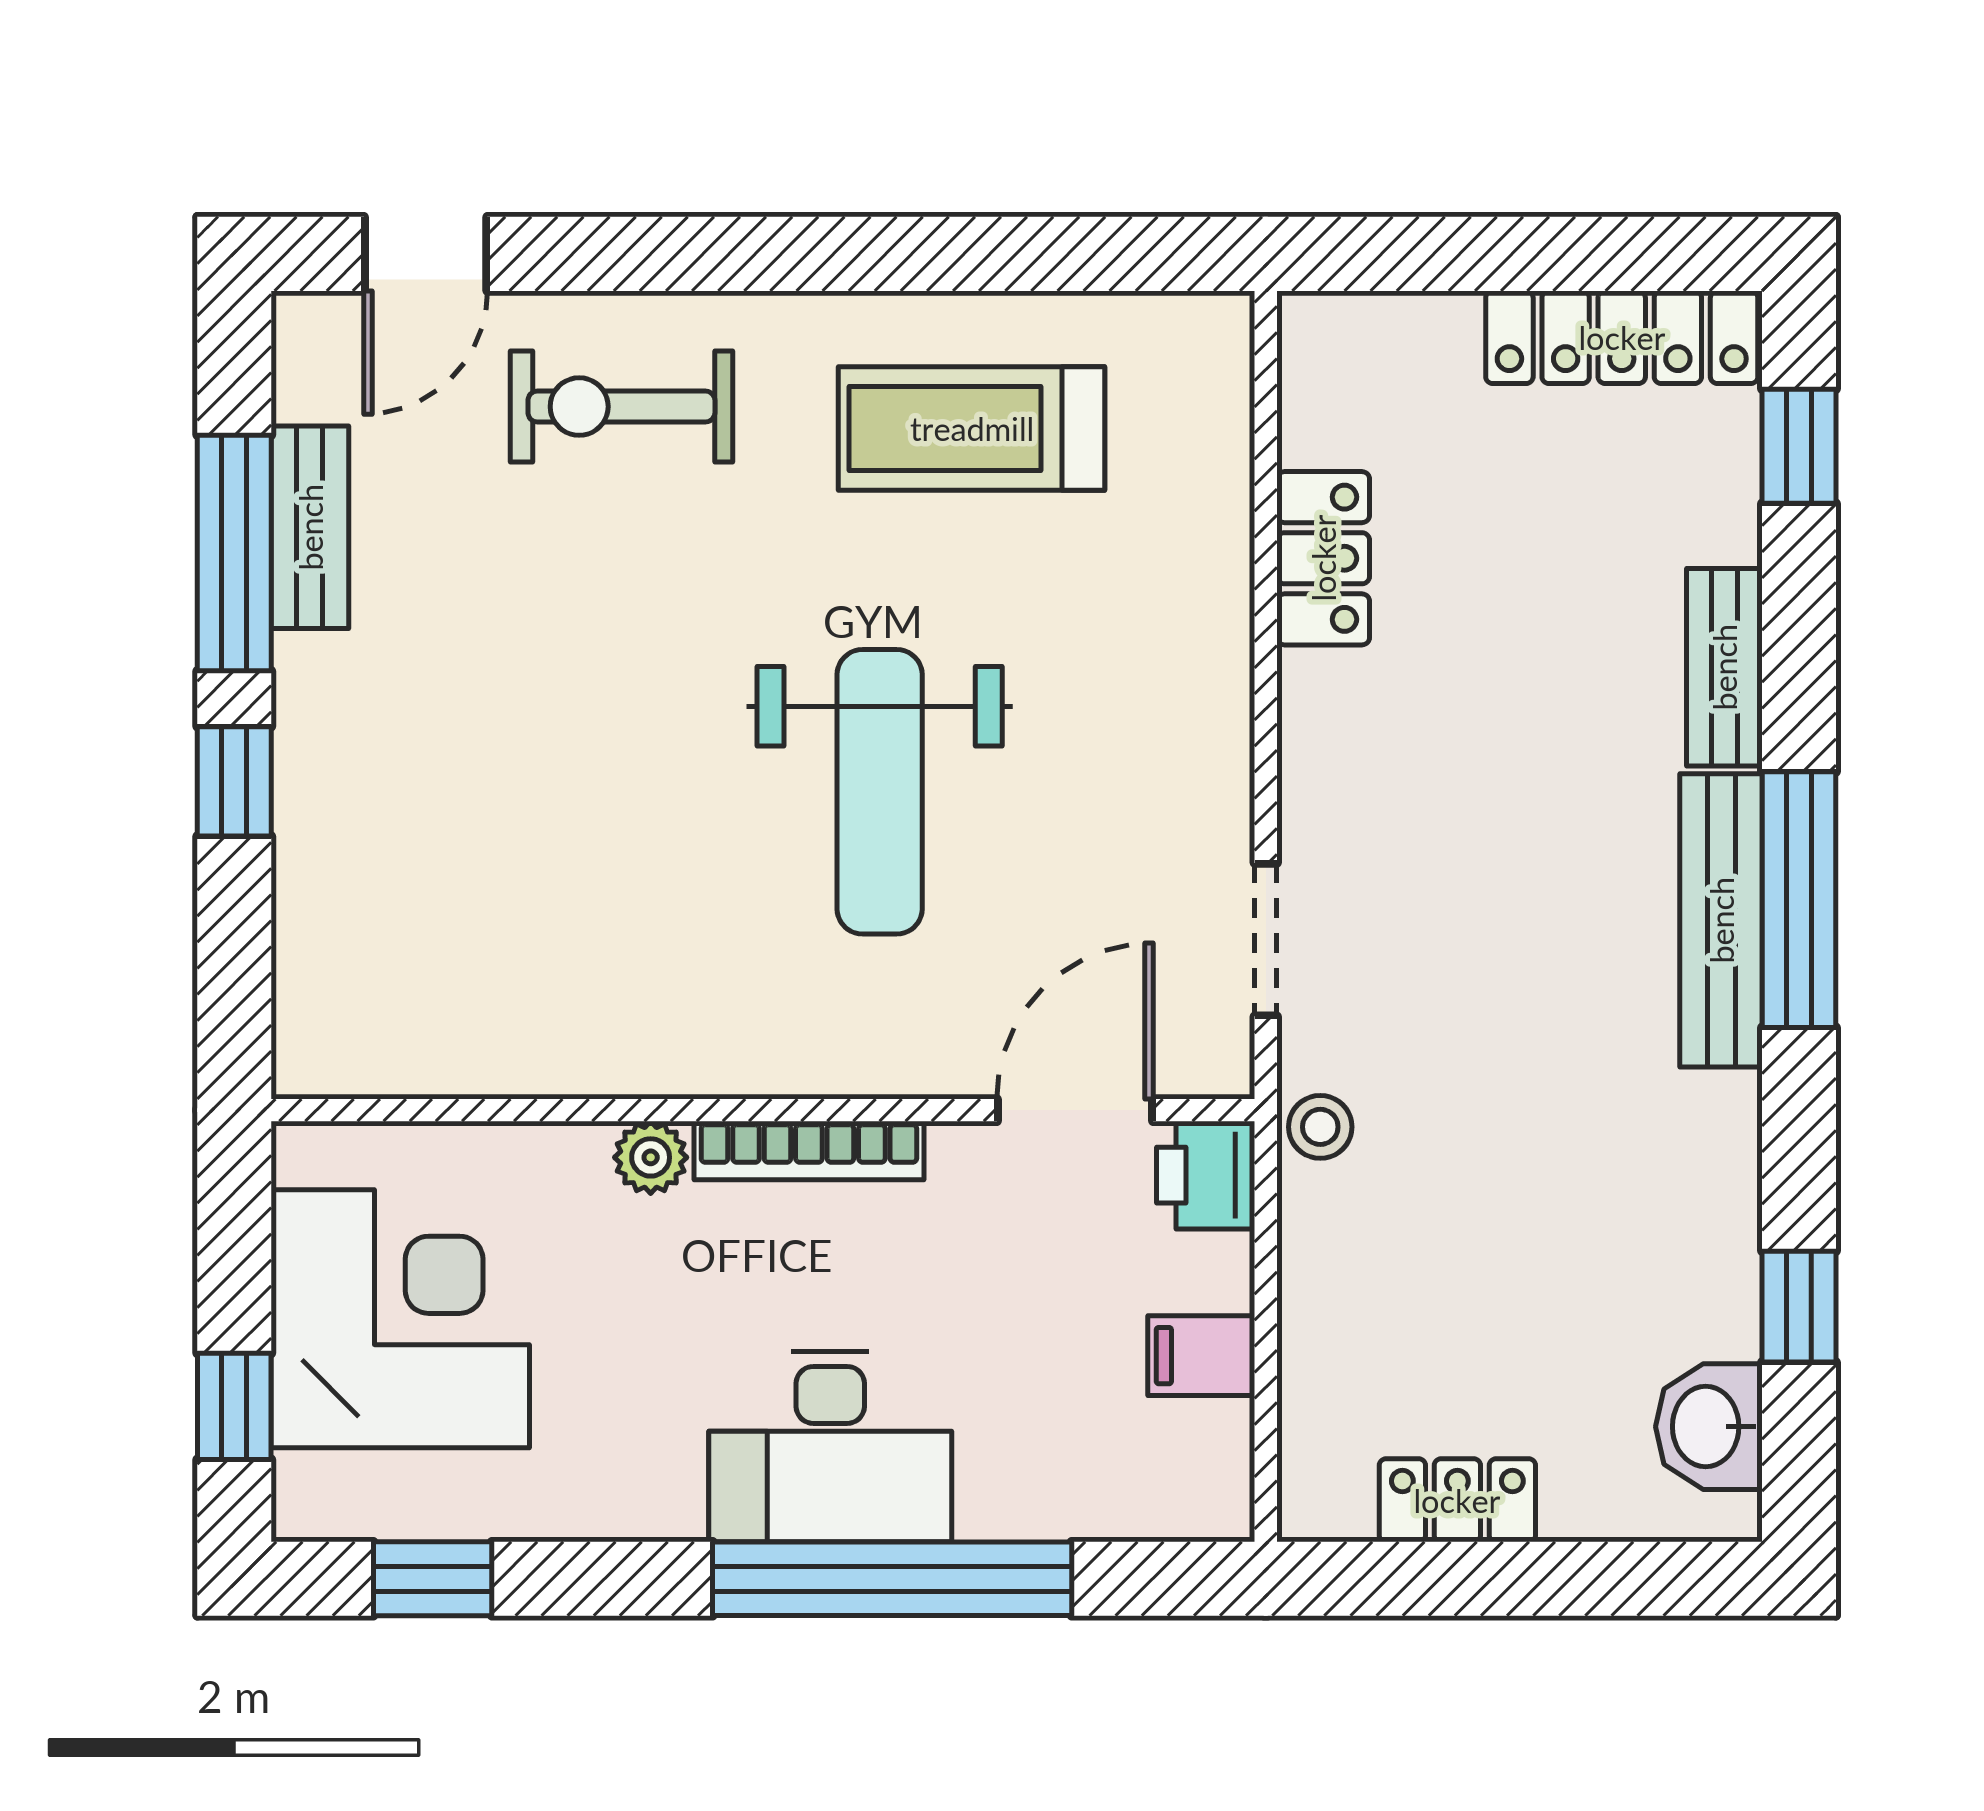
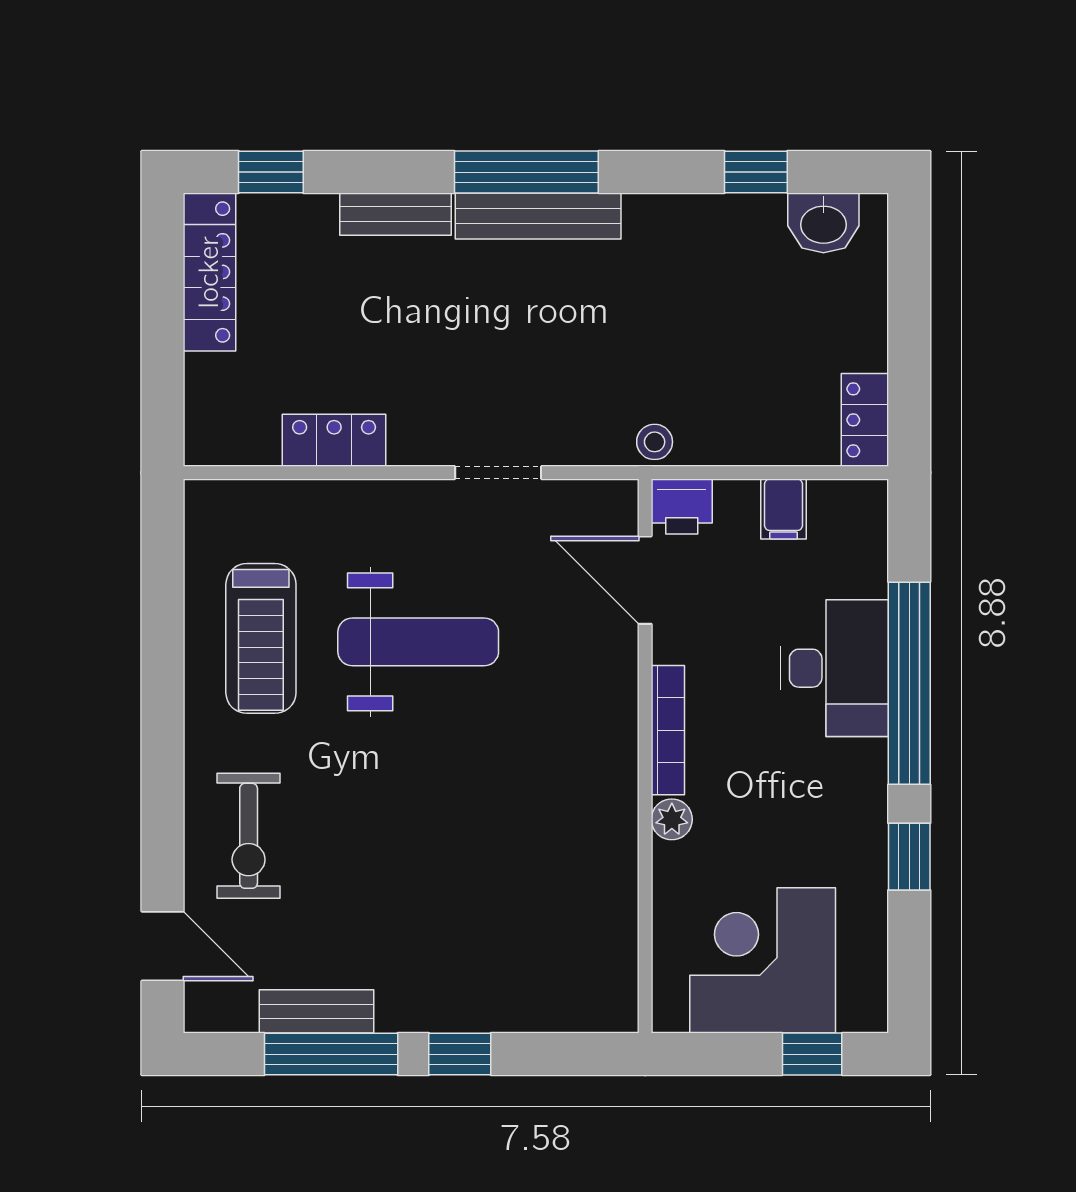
weight bench: (880, 792) -> (418, 642), moved
doorway: (1266, 940) -> (498, 473), moved
desk: (830, 1446) -> (835, 668), moved
locker: (1457, 1500) -> (865, 420), moved
window: (433, 1579) -> (909, 857), moved

